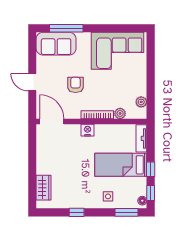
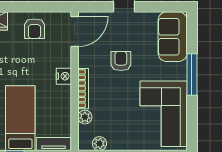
window: (66, 28) -> (192, 75), moved
armchair: (75, 85) -> (121, 61), turned -90
armchair: (50, 154) -> (34, 29), added

